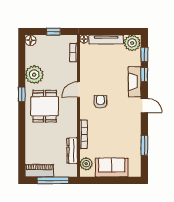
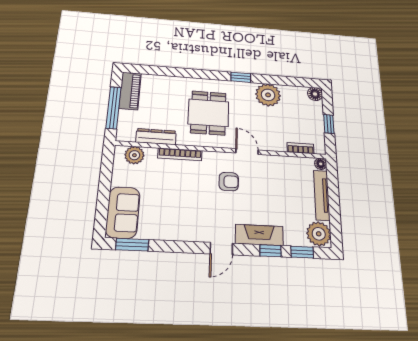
dining table: (45, 106) -> (208, 113), moved, turned 90
window: (144, 145) -> (132, 245), moved
sofa: (112, 168) -> (123, 212), moved

